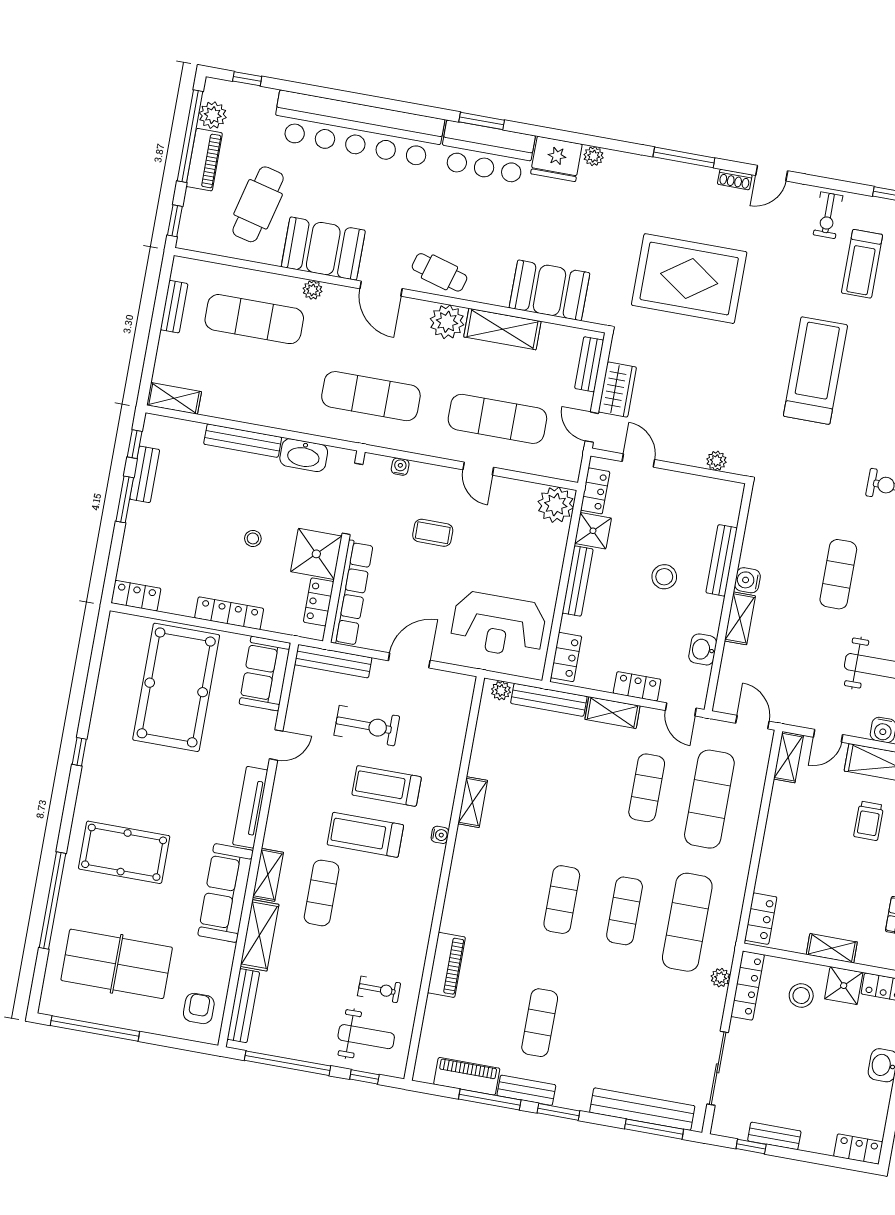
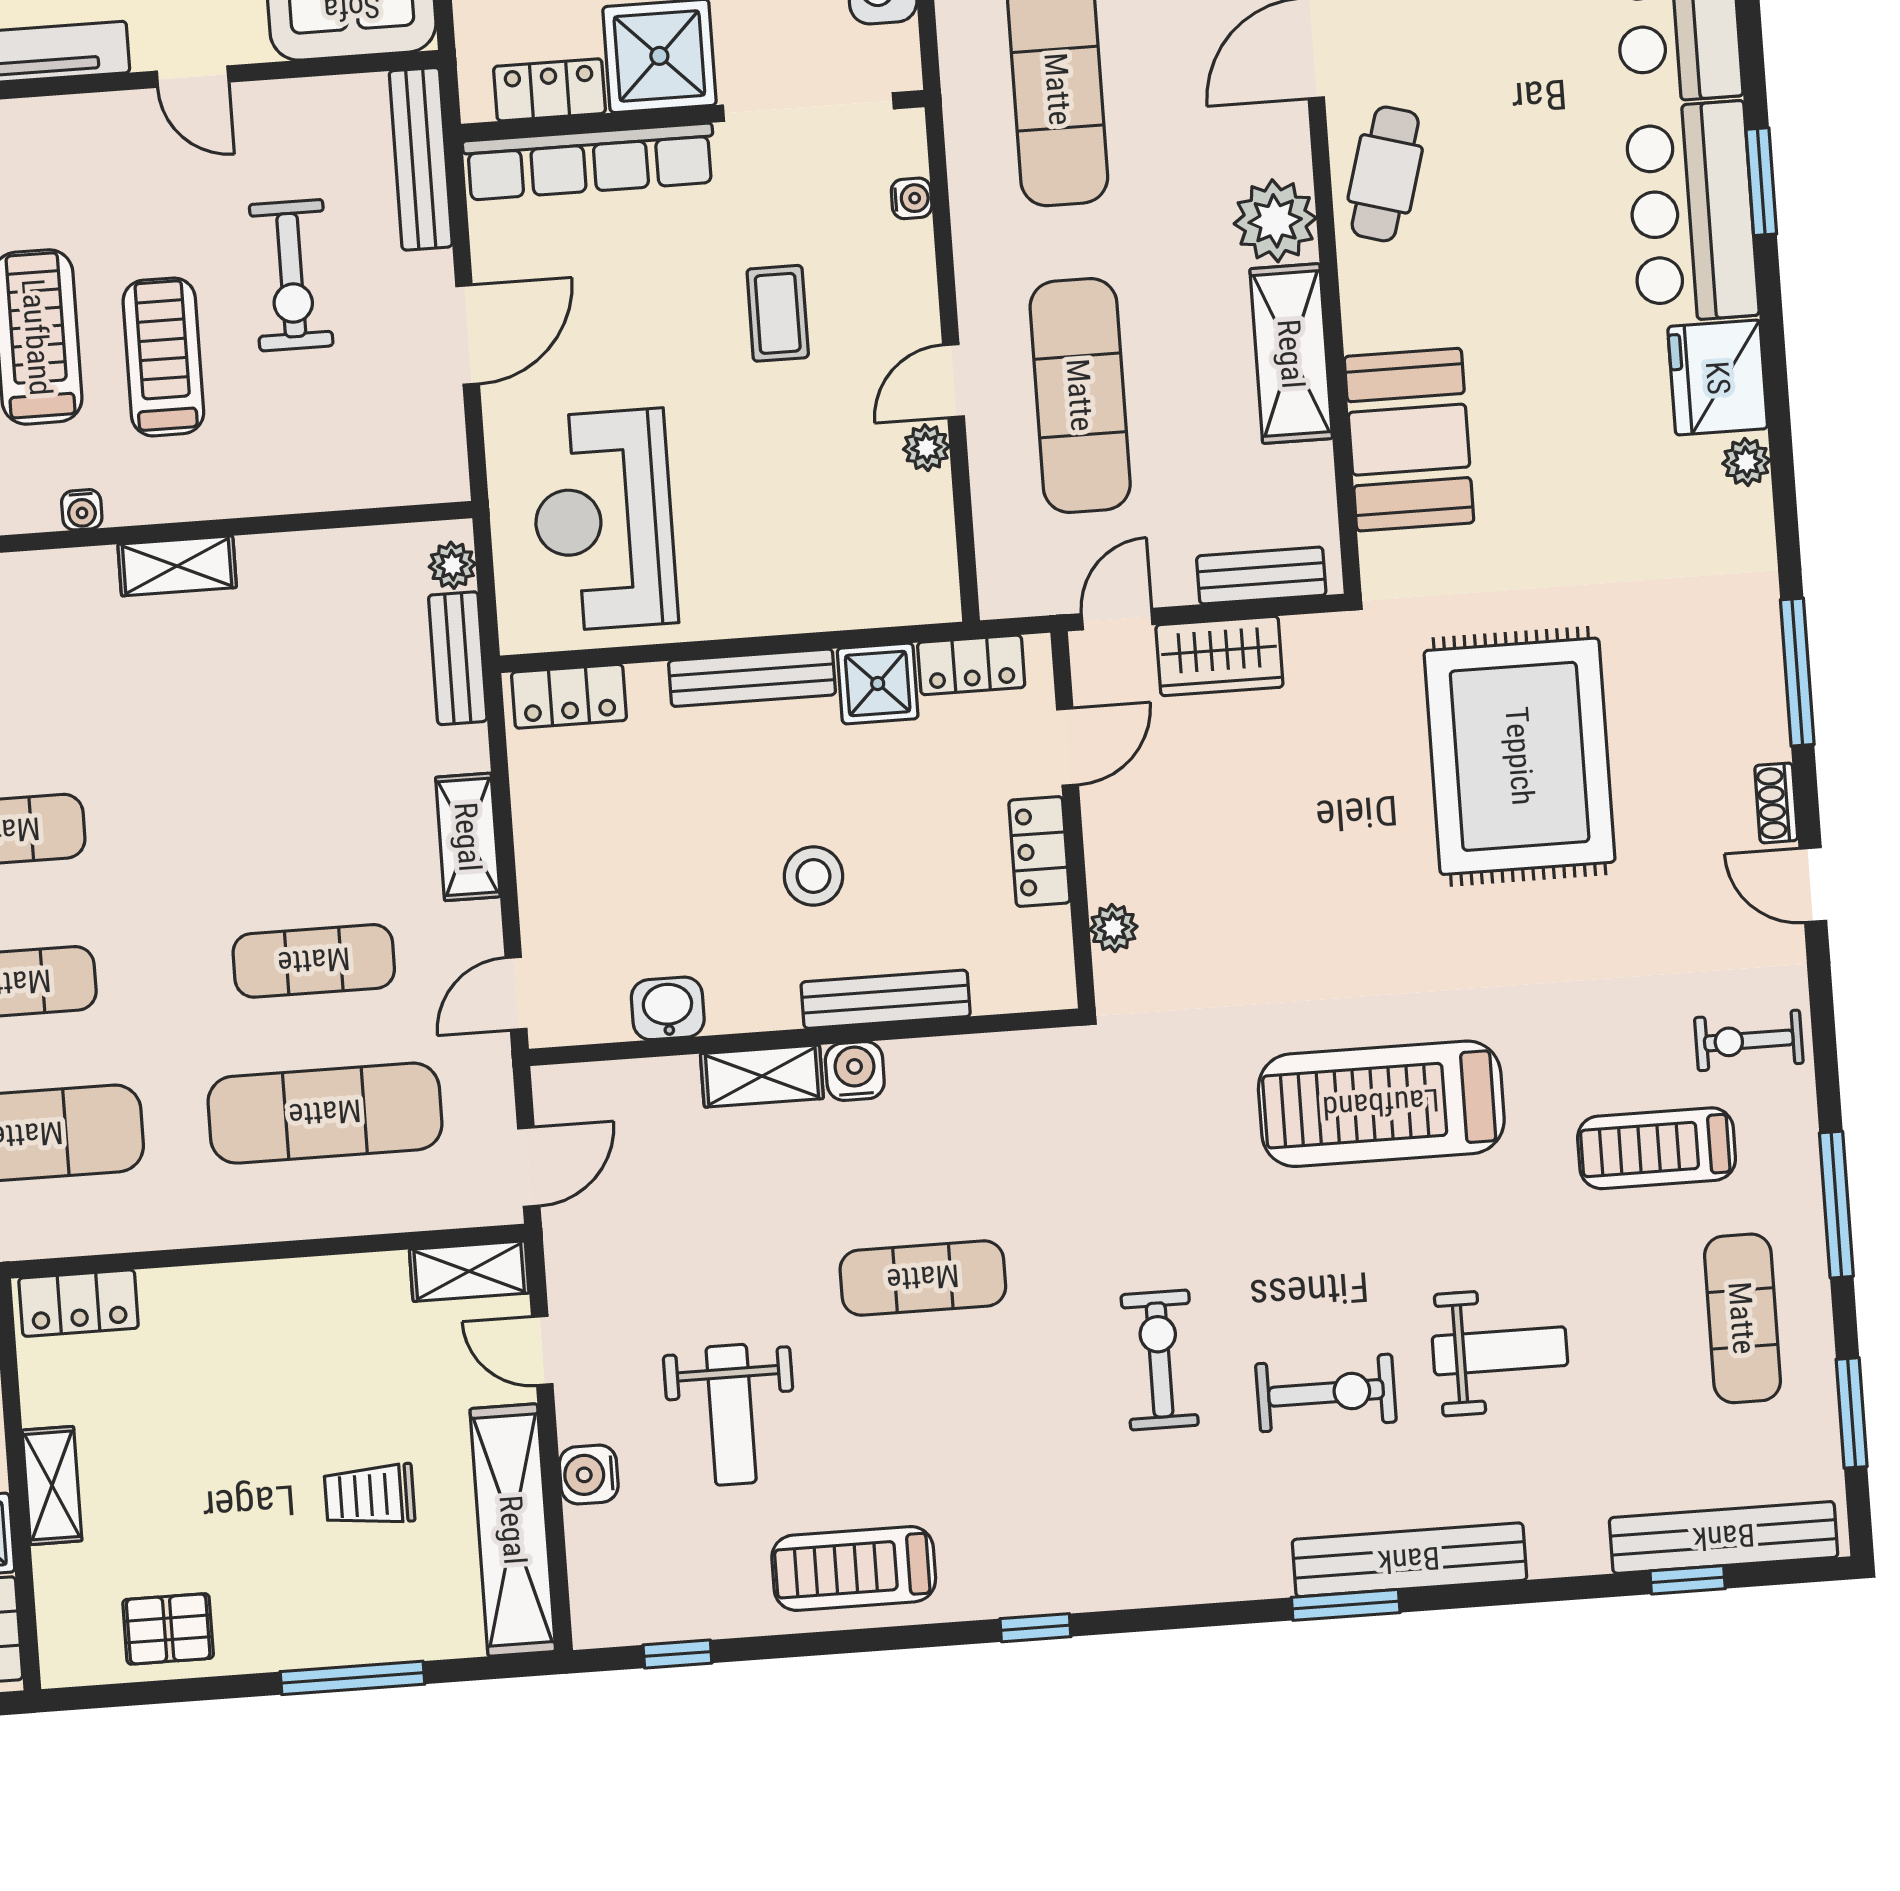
treadmill: (815, 371) -> (1381, 1104), turned 180
plant: (556, 505) -> (926, 448), moved, width x0.53, depth x0.53
door: (409, 660) -> (468, 335), hinge flipped
locker: (637, 686) -> (1039, 851), moved, turned 180
bench: (549, 700) -> (458, 658), width x0.73

